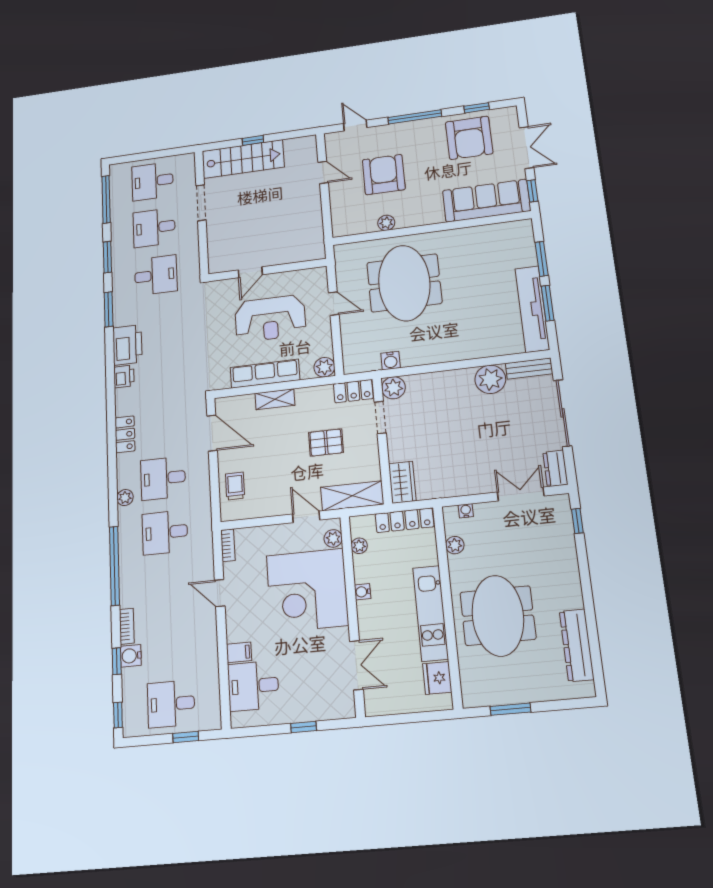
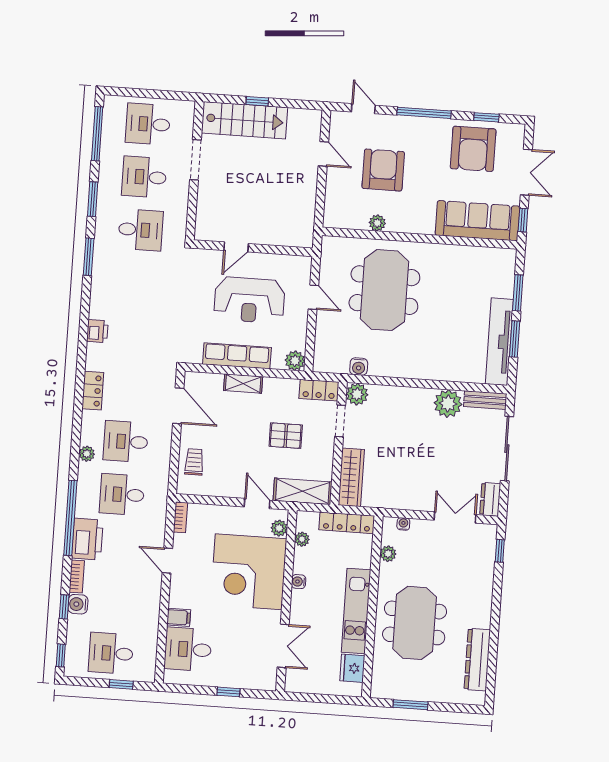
printer: (127, 345) -> (87, 539), moved
wardrobe: (402, 482) -> (351, 477), width x1.50

